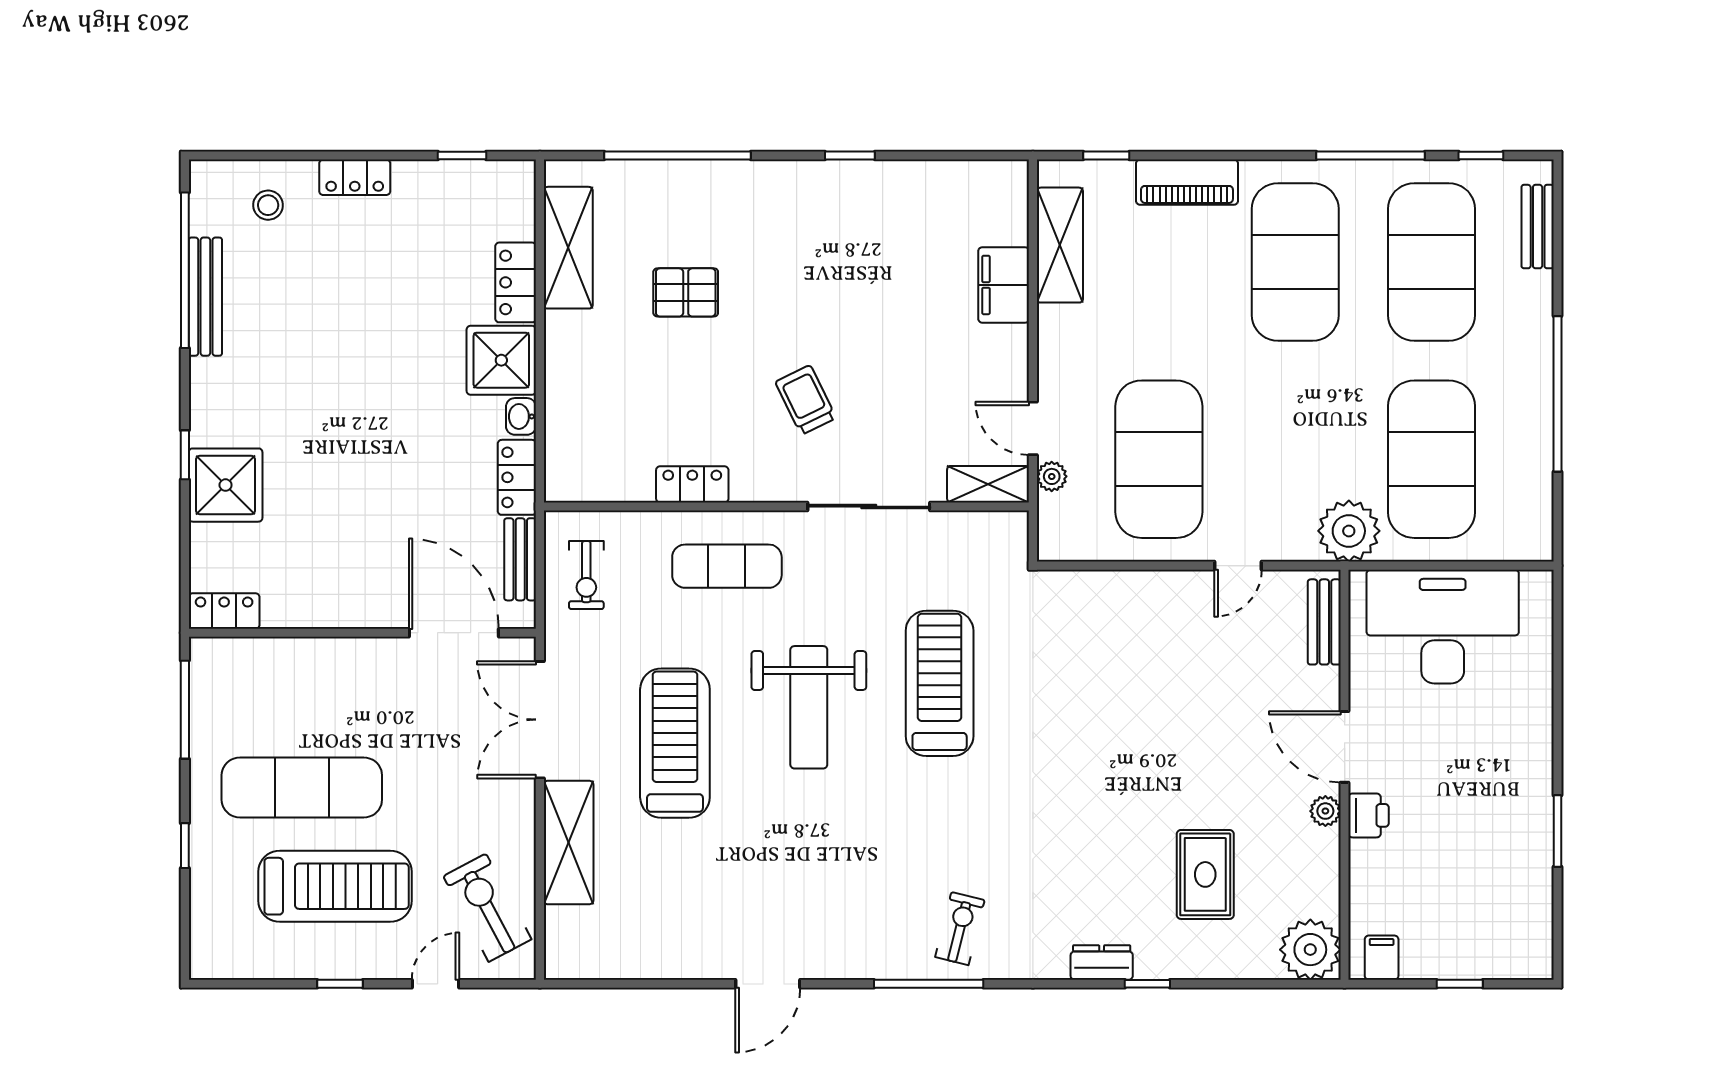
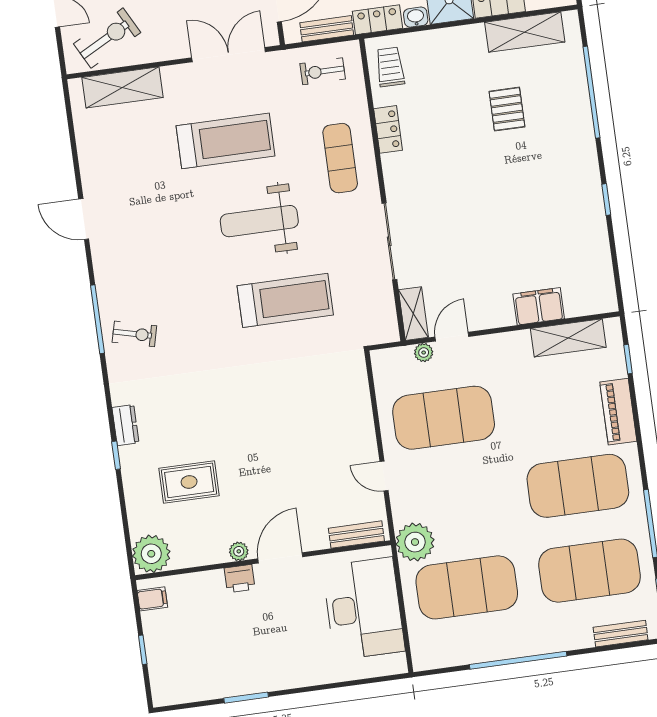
trolley: (806, 400) -> (390, 67), moved, turned -64
shelving: (569, 842) -> (123, 87), moved

